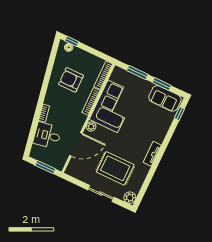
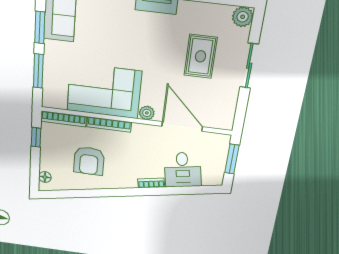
window: (72, 41) -> (36, 137), moved
rug: (115, 168) -> (200, 56), width x0.73, depth x0.70

